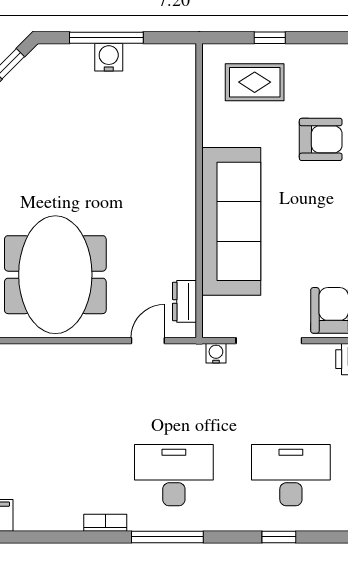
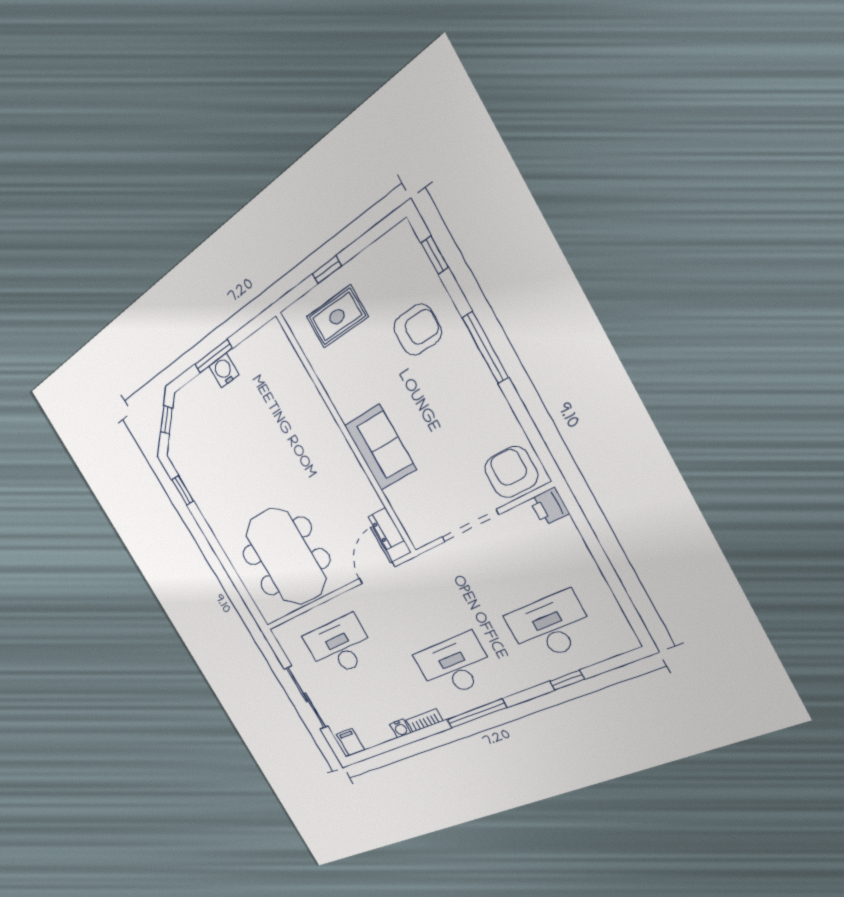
window: (106, 38) -> (213, 356), width x0.69
sofa: (231, 221) -> (380, 448), width x0.54, depth x0.79
door: (148, 341) -> (377, 573), width x1.37
water cooler: (216, 353) -> (400, 728), moved, turned 180
desk: (57, 400) -> (340, 646), added

